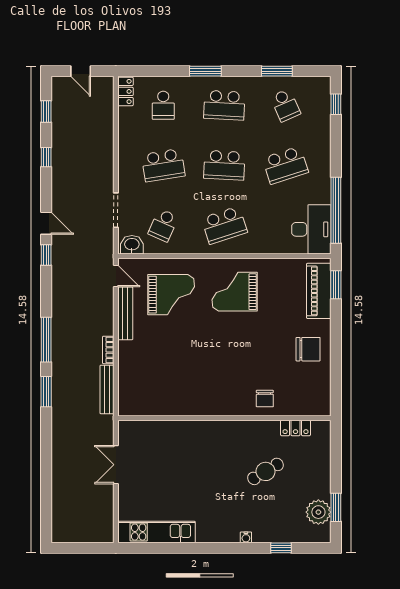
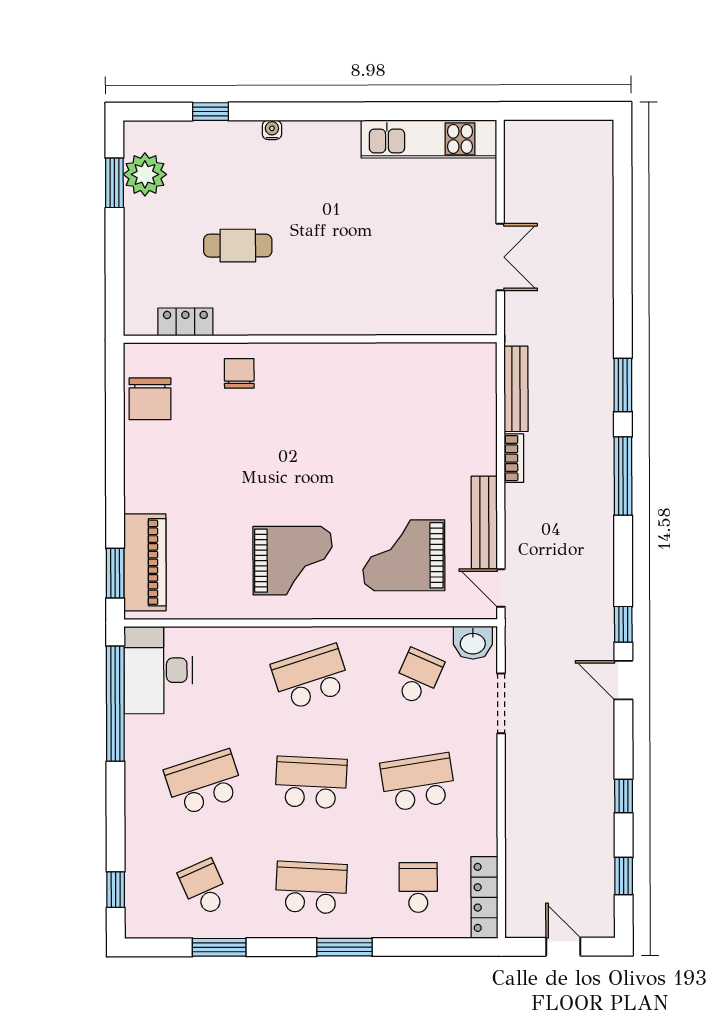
locker: (126, 91) -> (484, 897), width x1.53
chair: (308, 349) -> (150, 399), moved, turned -90
cafe table: (266, 471) -> (238, 246), turned 31

